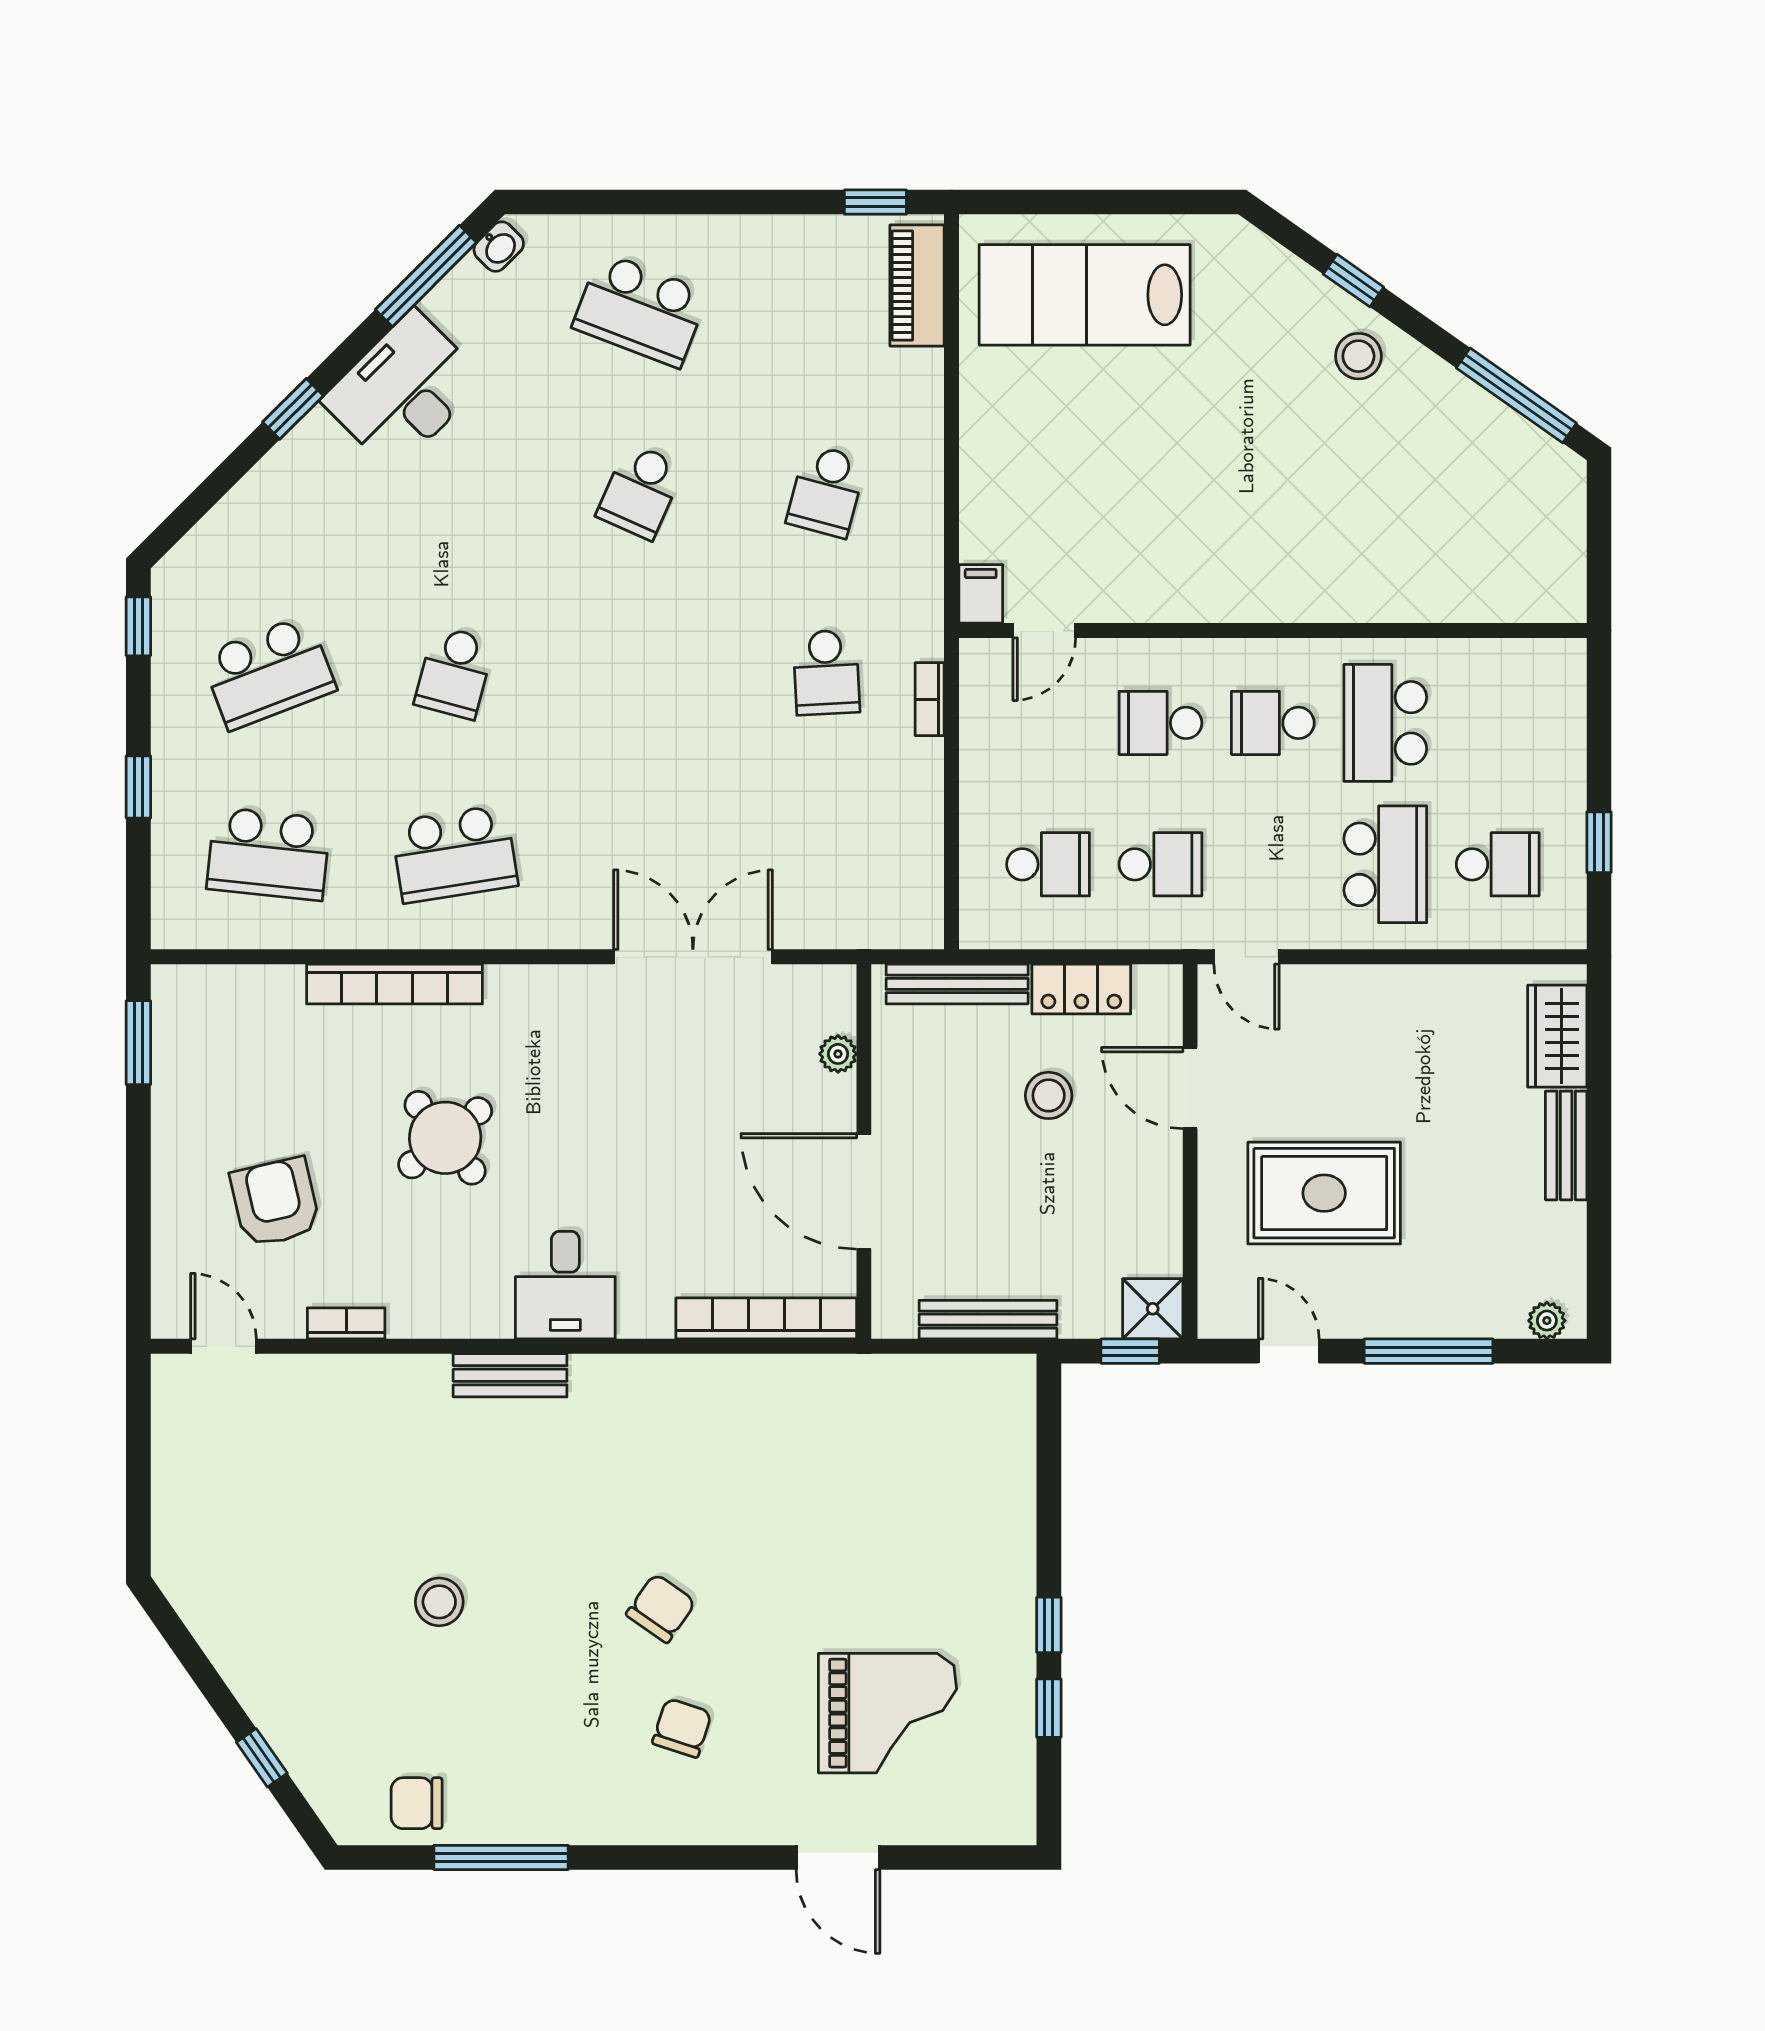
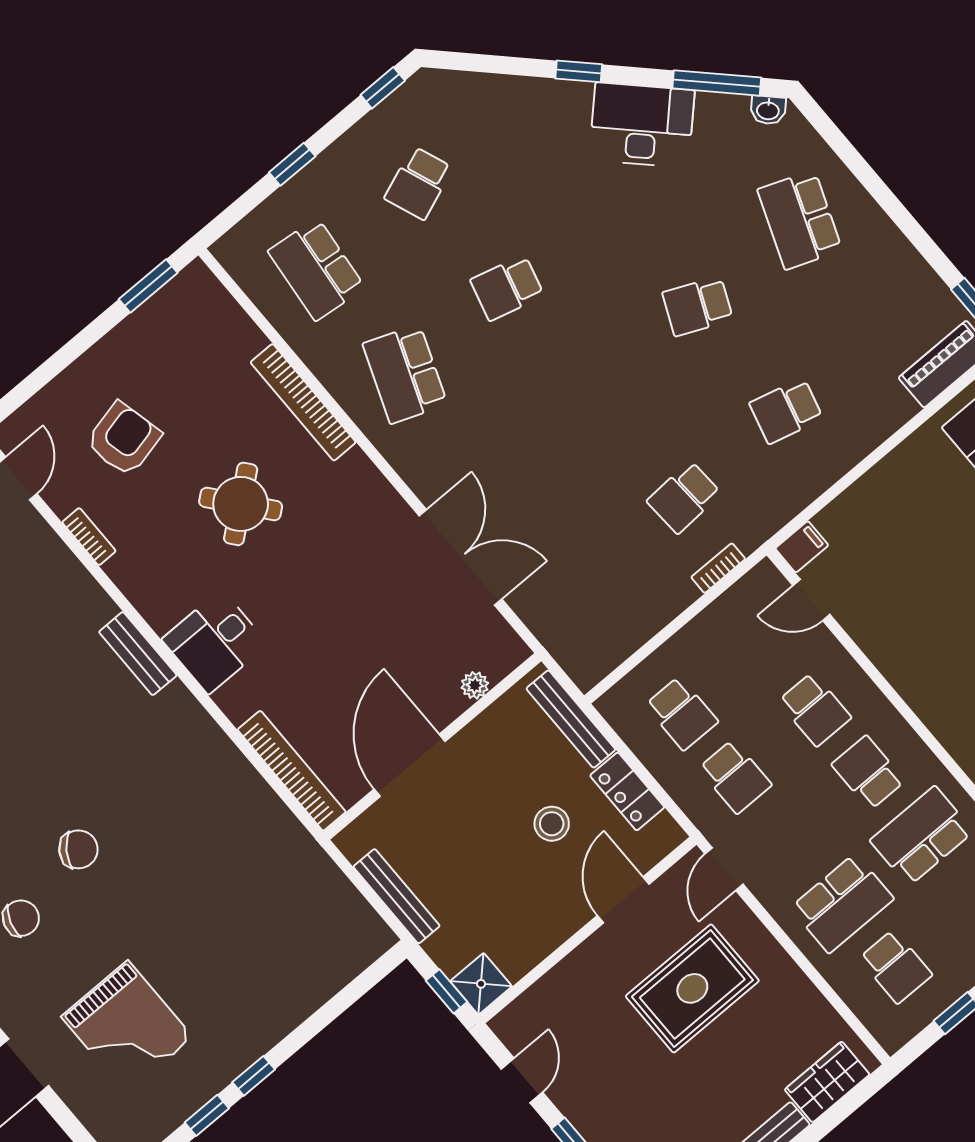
school desk: (268, 672) -> (419, 183), width x0.54
school desk: (1160, 723) -> (815, 709), turned 180
school desk: (454, 854) -> (405, 374), turned 30
rug: (1324, 1193) -> (692, 988), moved, turned 90

